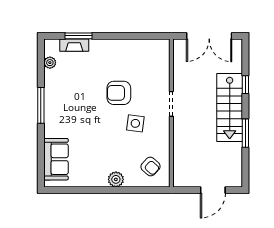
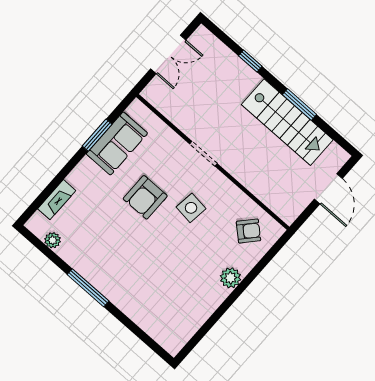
window: (79, 36) -> (97, 135), moved
double door: (209, 36) -> (168, 54), width x0.73
stairs: (230, 108) -> (287, 122), moved
sofa: (56, 159) -> (117, 143), moved, turned 90

